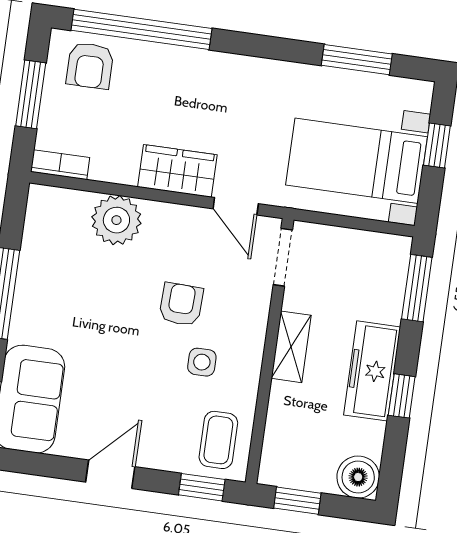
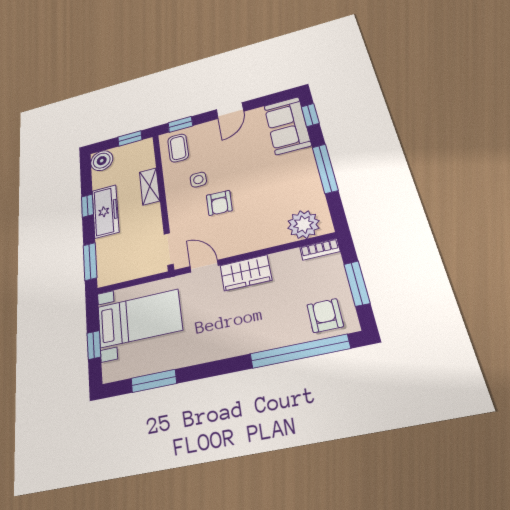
plant: (116, 220) -> (303, 225), moved
shelving: (291, 347) -> (150, 186), moved

